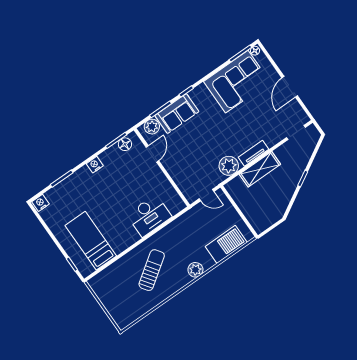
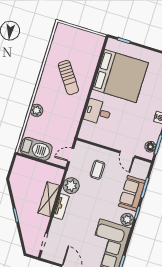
plant: (152, 127) -> (127, 219), moved
coffee table: (192, 161) -> (97, 170), added
desk: (149, 216) -> (98, 112), width x0.73
bed: (91, 241) -> (120, 76), width x2.04
barbecue: (226, 244) -> (36, 149), moved, turned -90
plant: (195, 270) -> (37, 110), moved

